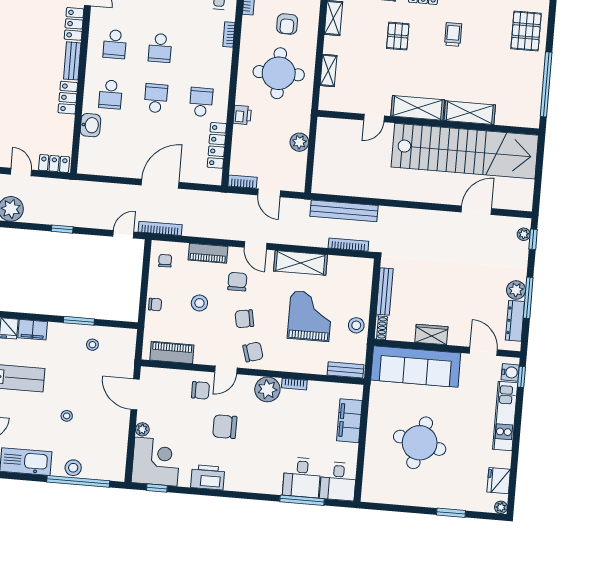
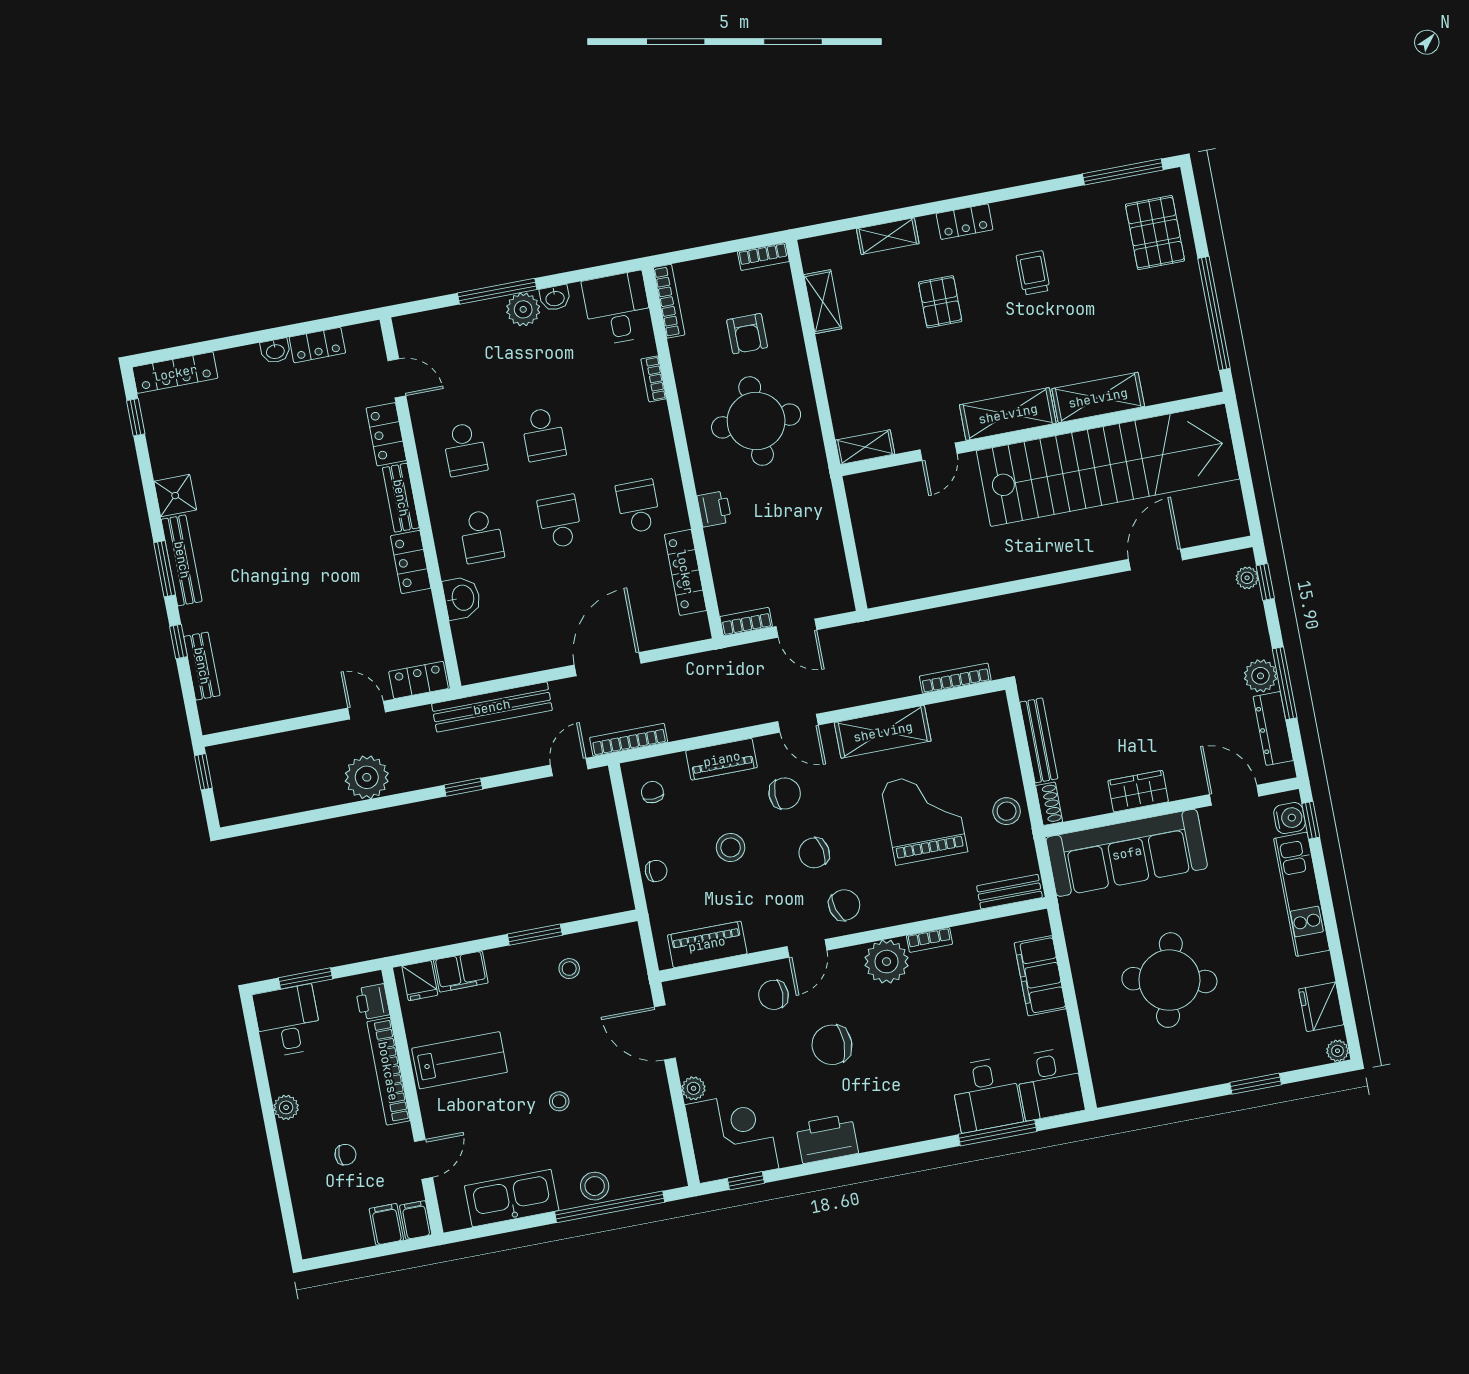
shelving: (328, 70) -> (865, 447), moved, turned 90
plant: (299, 142) -> (824, 528), removed
bench: (344, 211) -> (492, 707), moved
chair: (237, 282) -> (785, 793), turned 90
chair: (200, 390) -> (774, 995), turned 180

